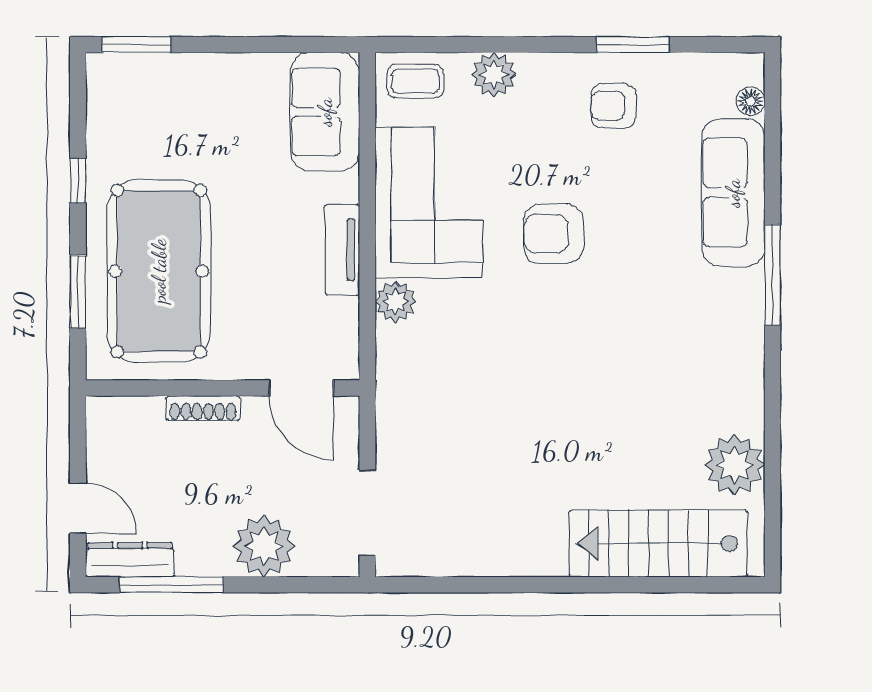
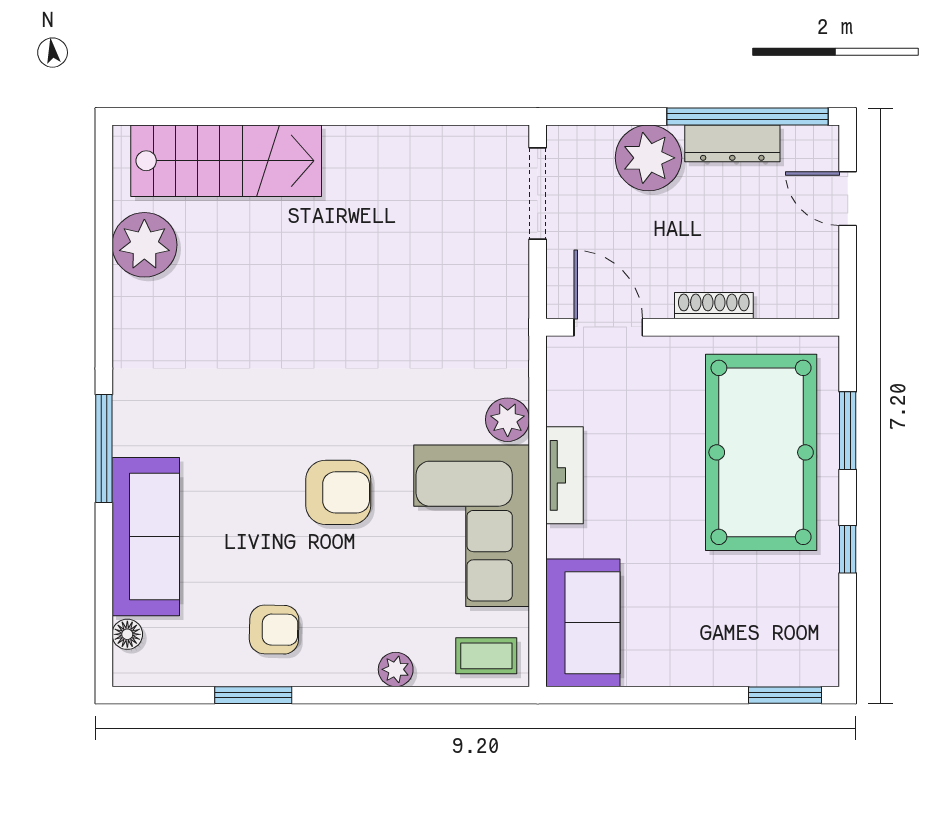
plant: (494, 74) -> (396, 669), width x0.73, depth x0.73
dresser: (130, 560) -> (732, 143), moved
window: (171, 585) -> (748, 116), width x1.46

